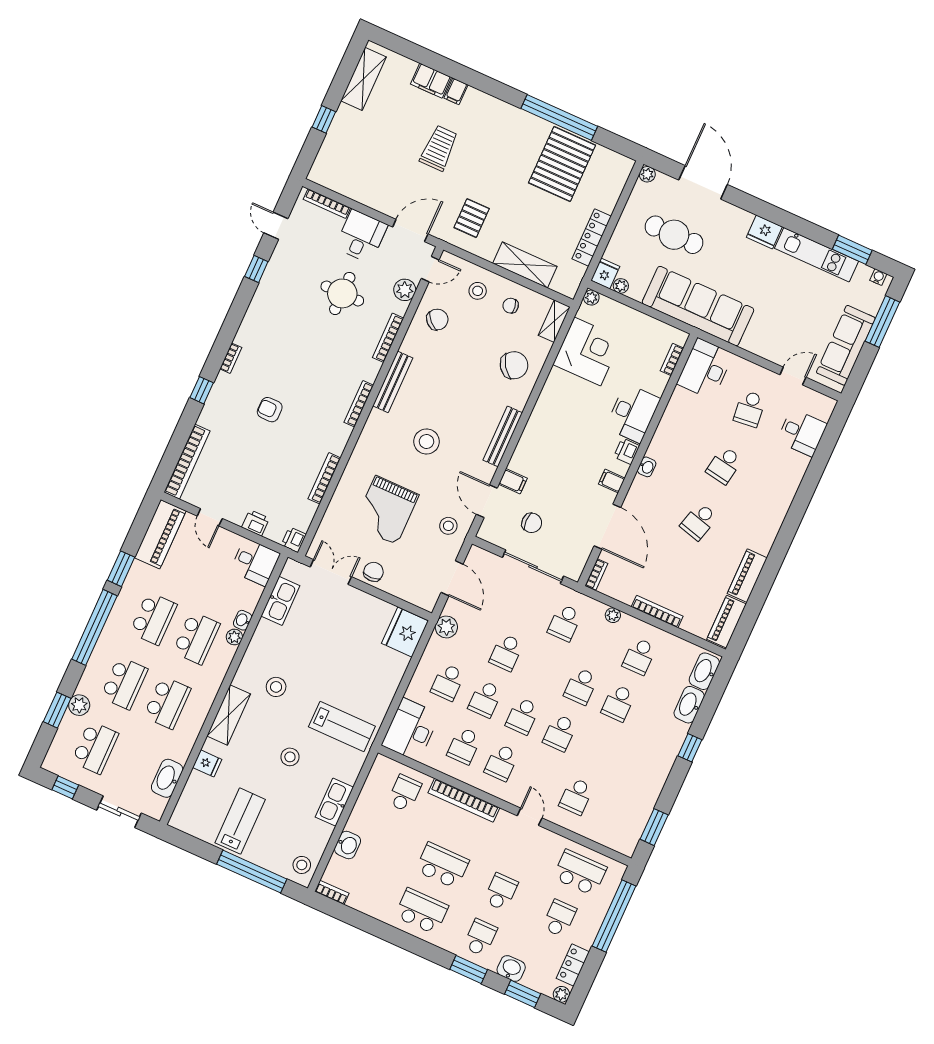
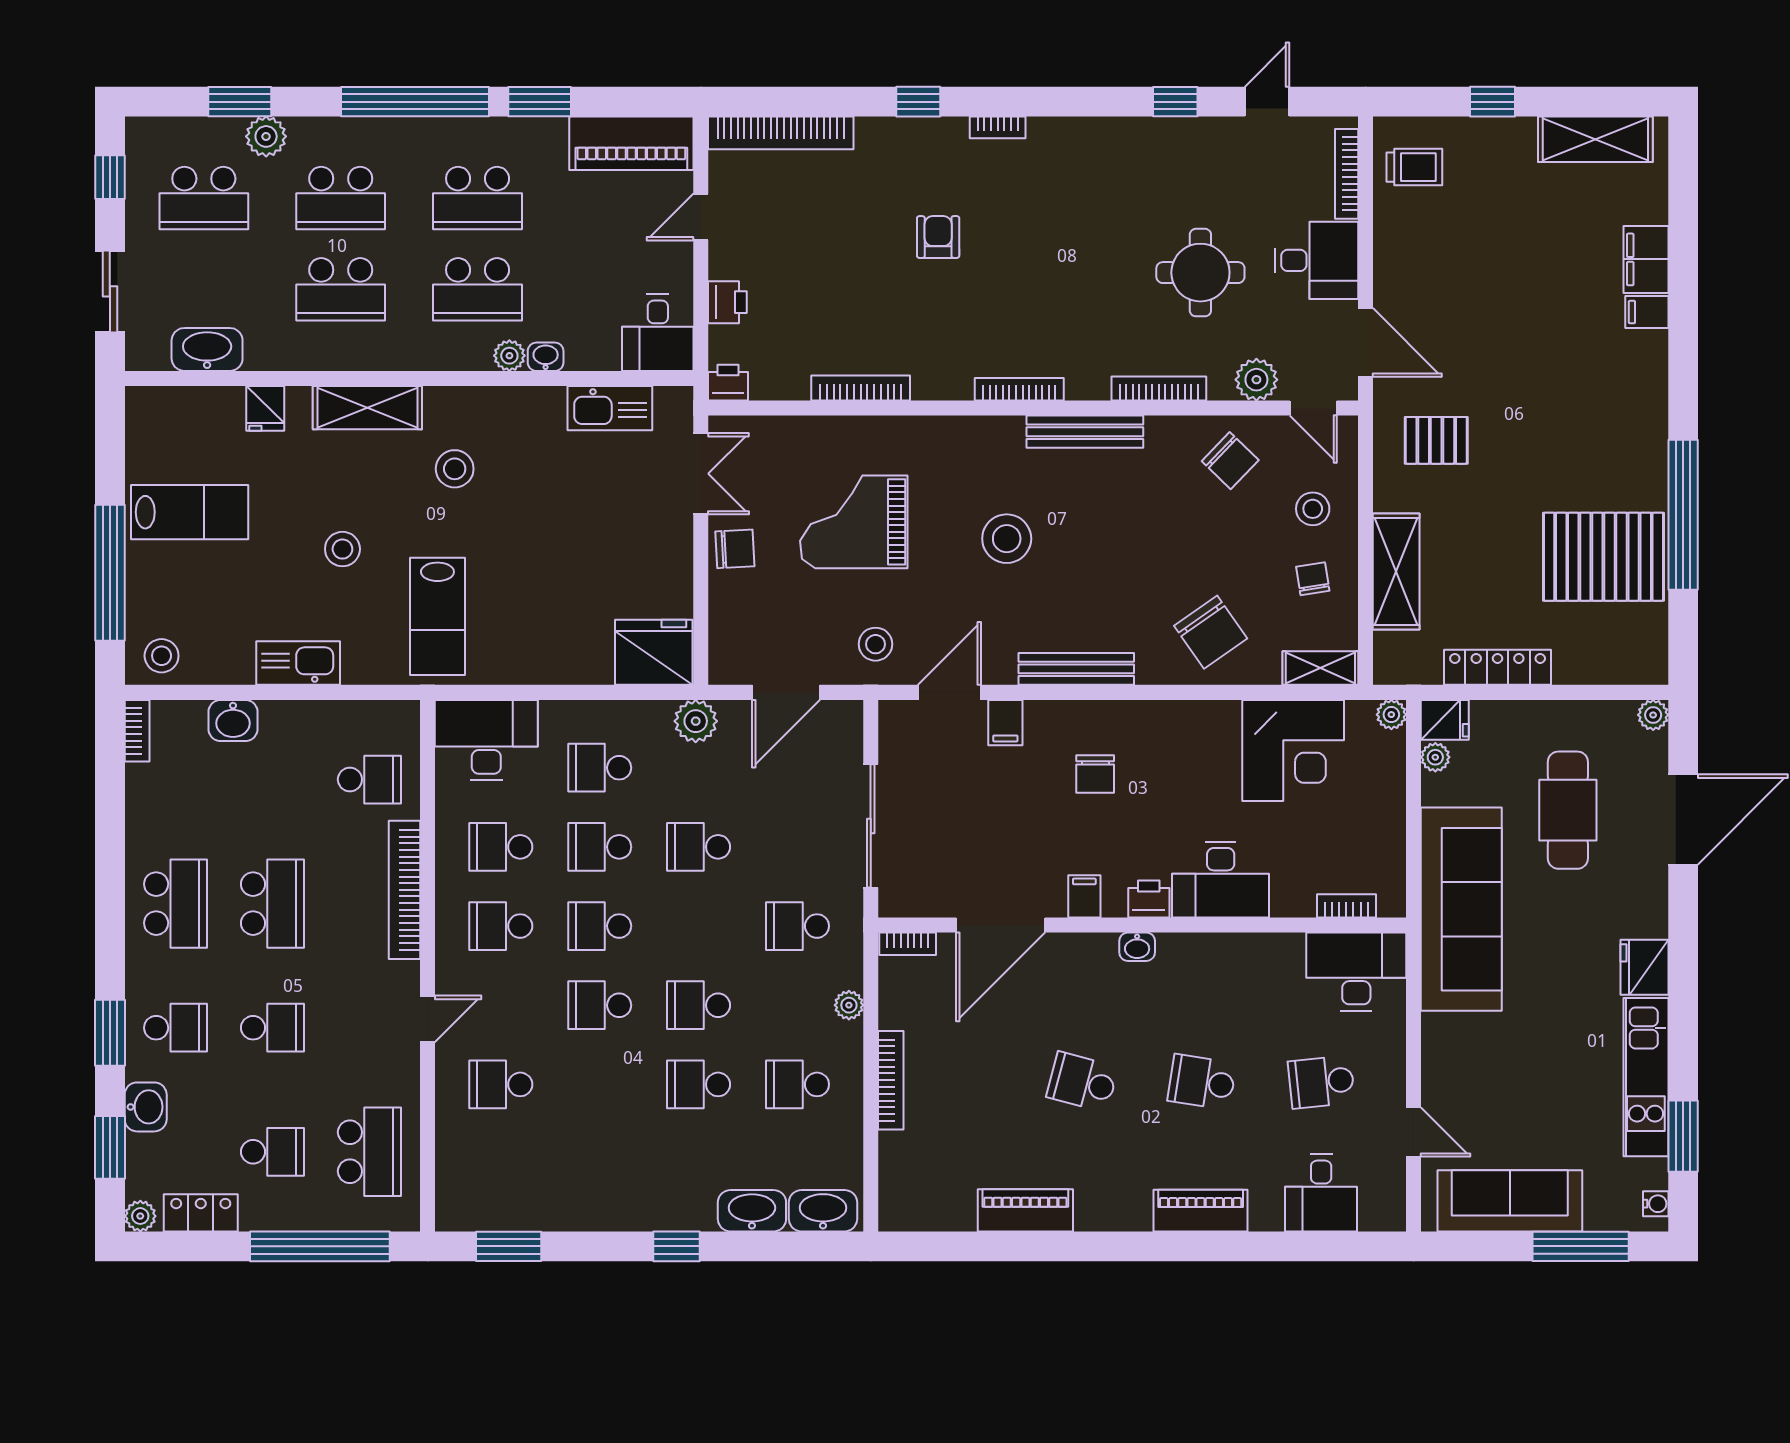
trolley: (439, 148) -> (1414, 167), moved, width x0.73, depth x0.72
chair: (532, 523) -> (1095, 774), moved
piano: (727, 622) -> (1201, 1211), moved

